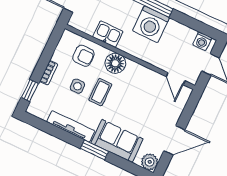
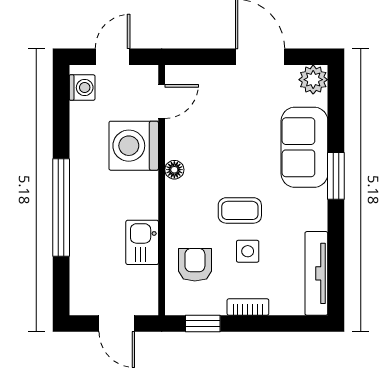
washing machine: (151, 24) -> (134, 146), moved, turned 180
floor lamp: (115, 63) -> (174, 170), moved, width x0.53, depth x0.53
window: (30, 91) -> (203, 323), moved
tv unit: (71, 126) -> (316, 273), moved

